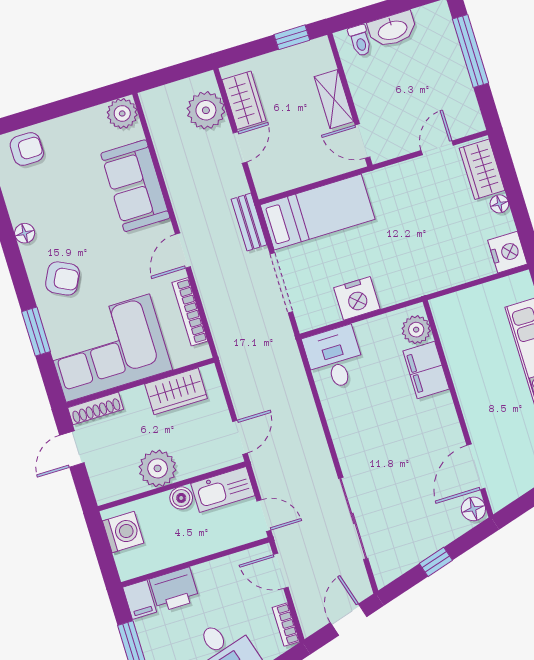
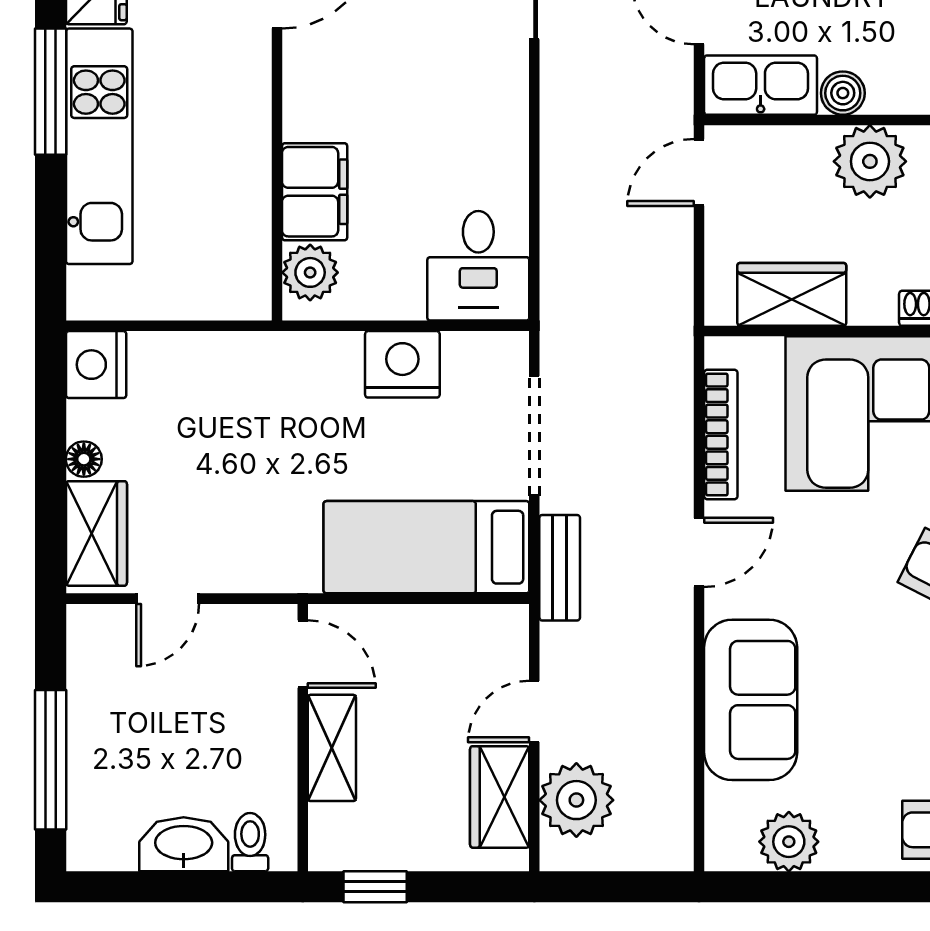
plant: (122, 113) -> (789, 842), moved

